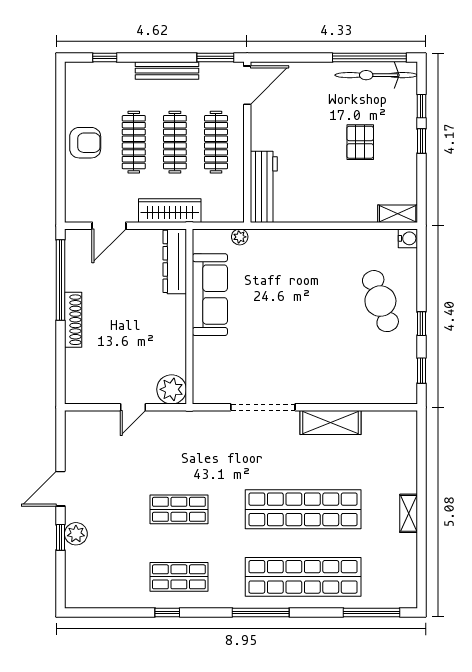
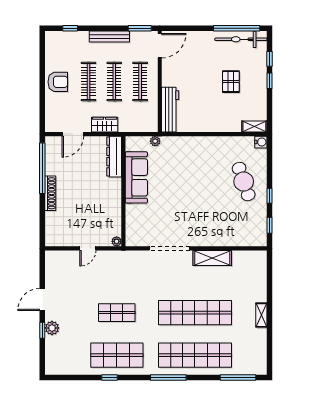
wardrobe: (170, 211) -> (105, 125), width x0.67
plant: (172, 389) -> (117, 241), width x0.53, depth x0.53
shop shelf: (179, 577) -> (117, 355), width x1.43, depth x1.36

